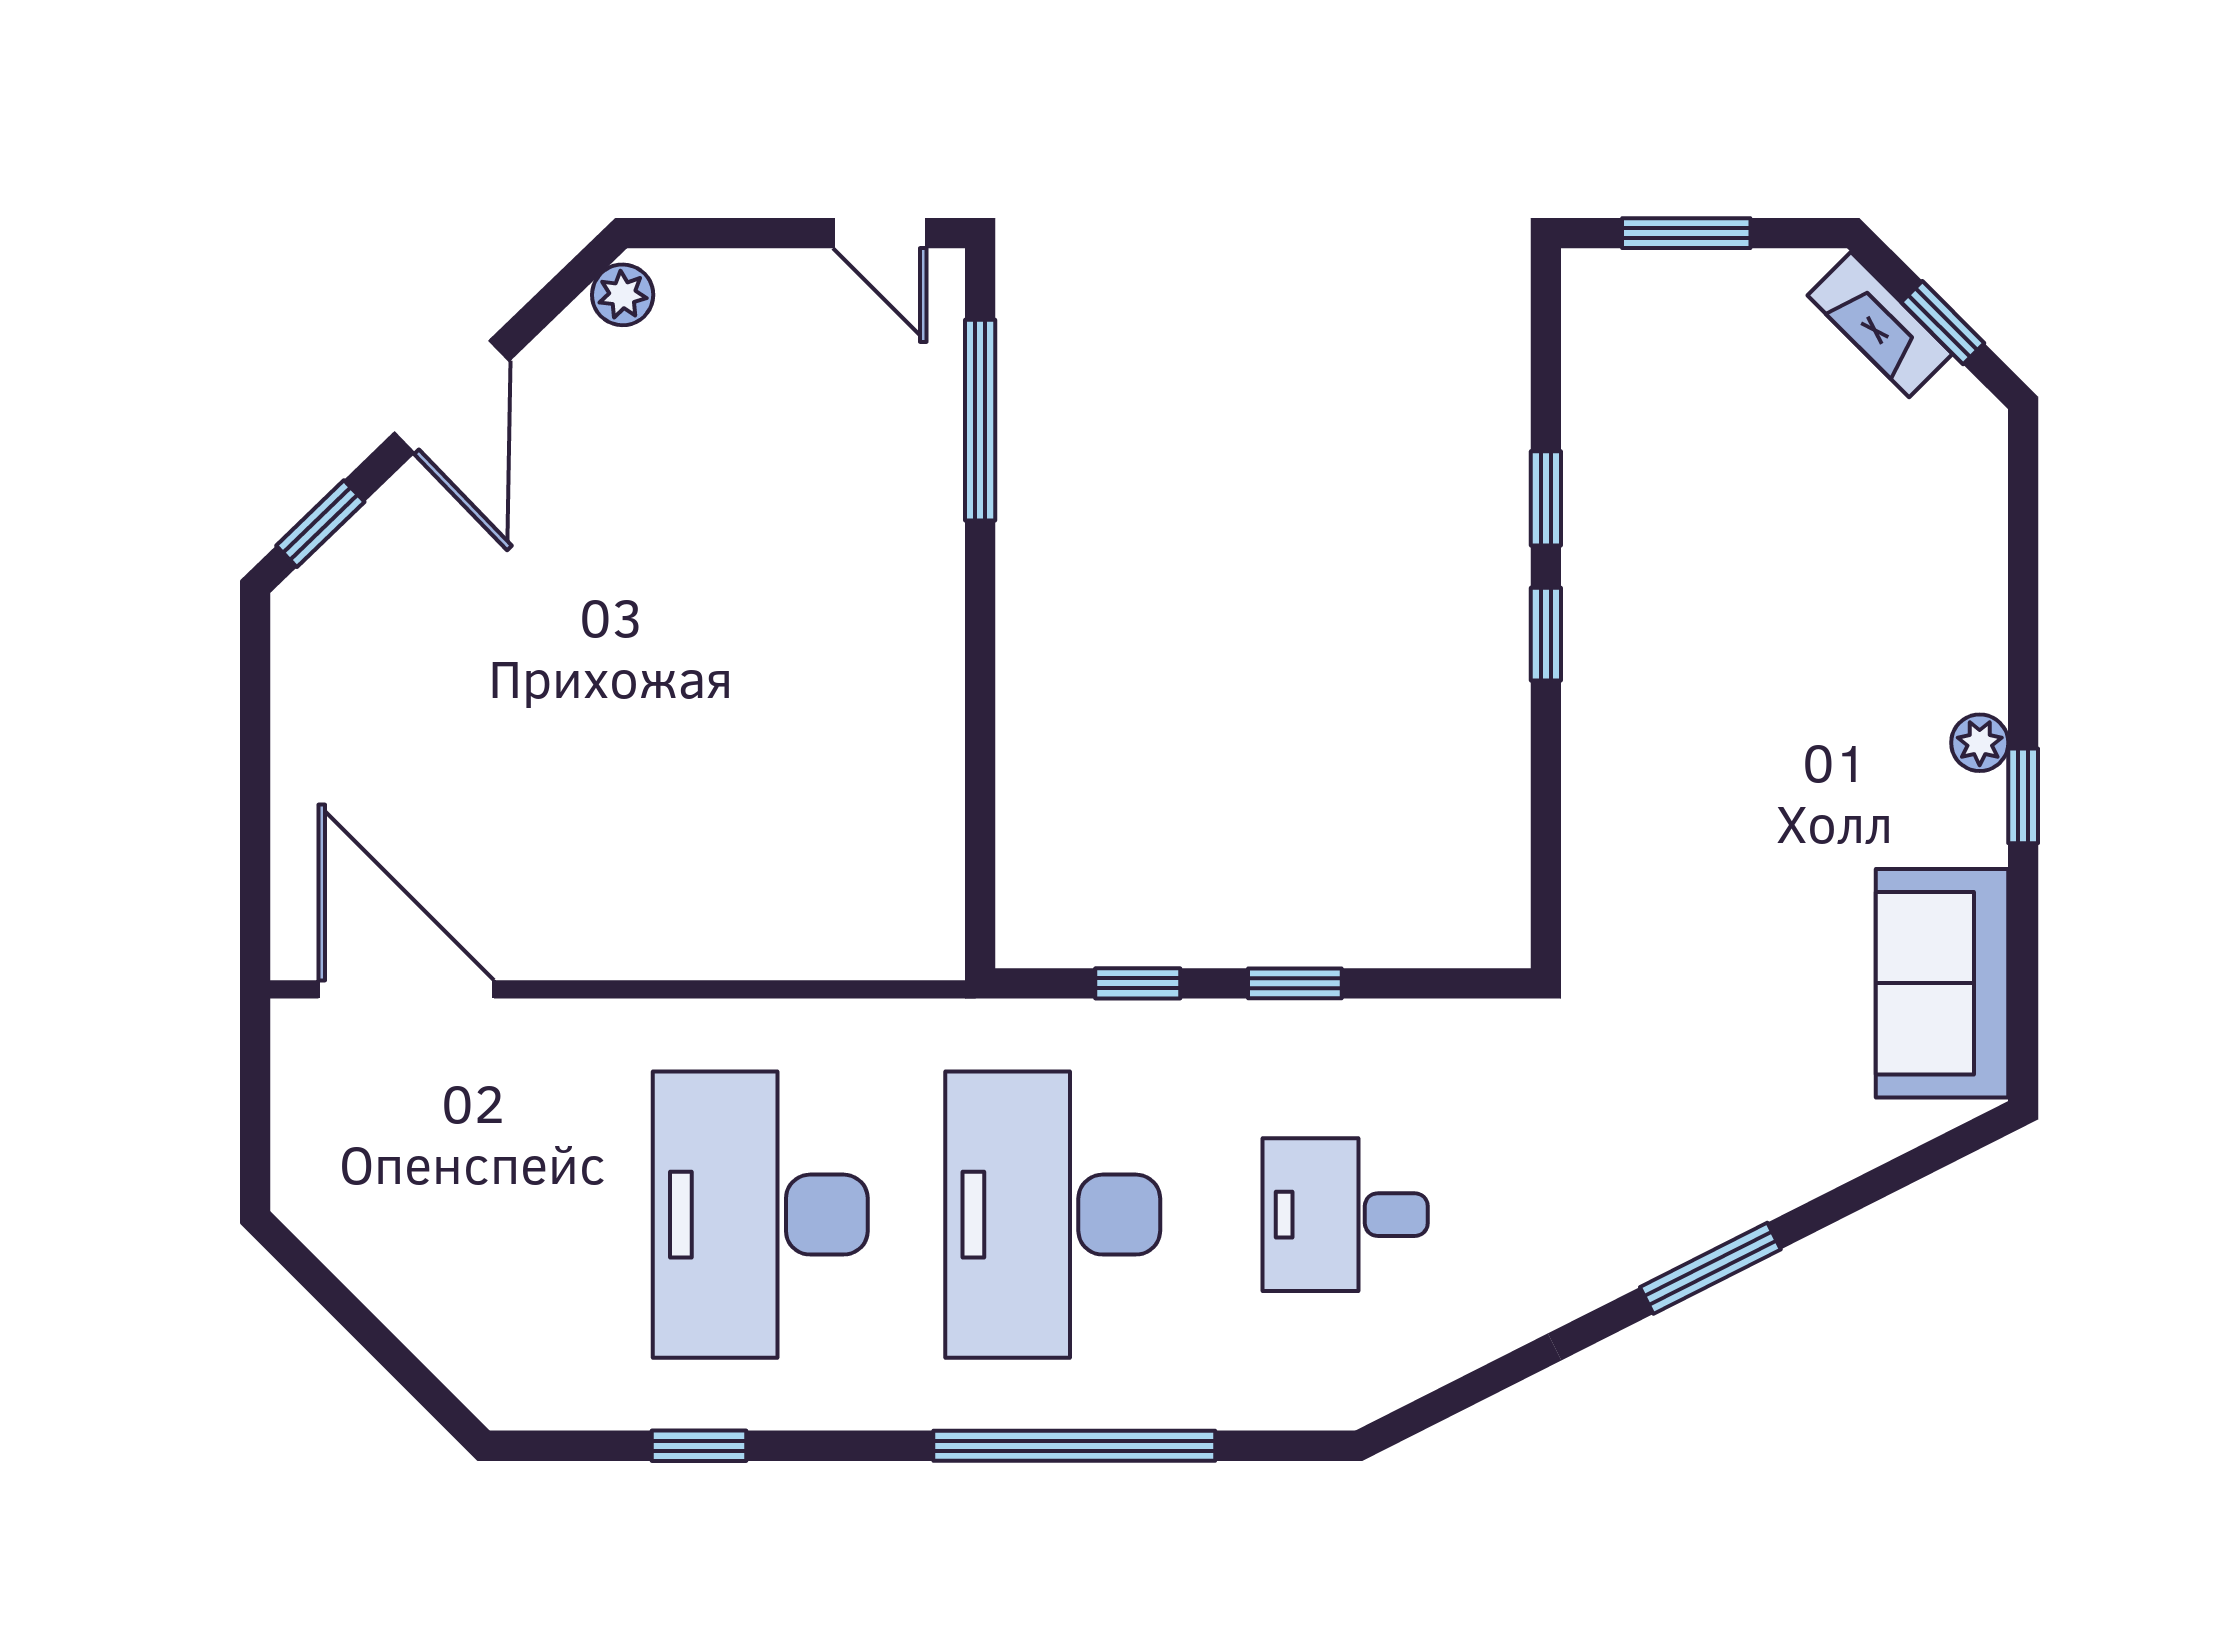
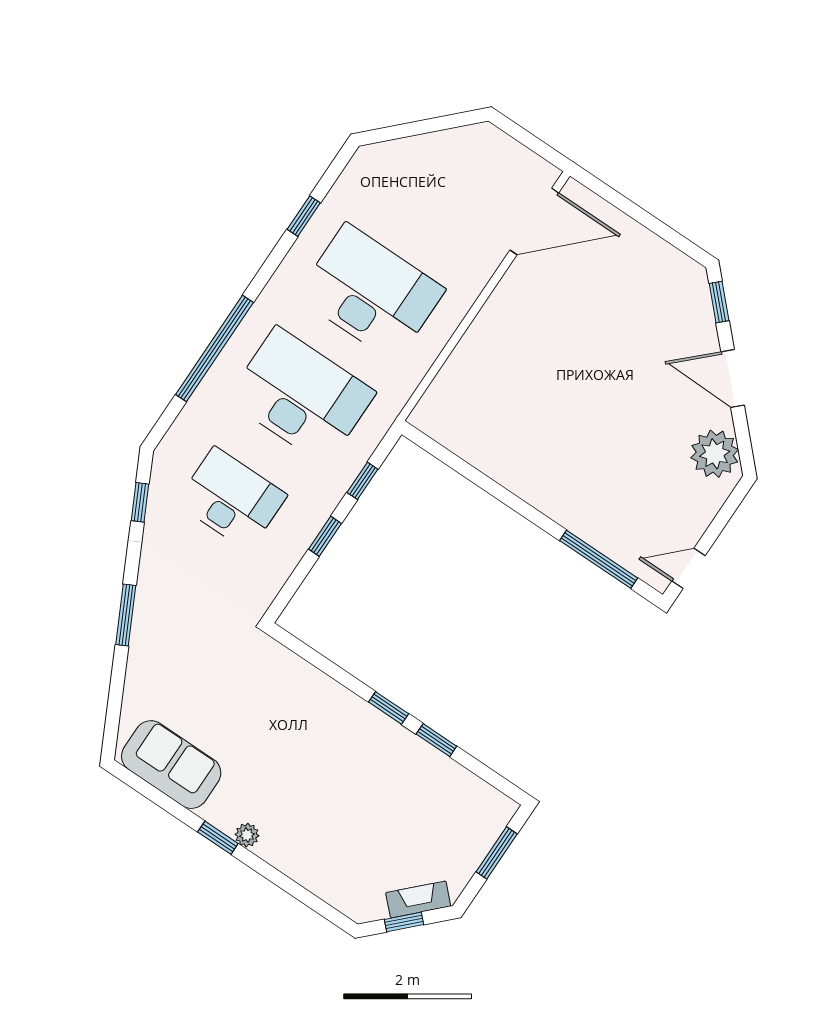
plant: (623, 295) -> (715, 454), width x1.88, depth x1.88
desk: (1345, 1215) -> (232, 499), width x1.37
window: (1472, 1389) -> (140, 502), added

